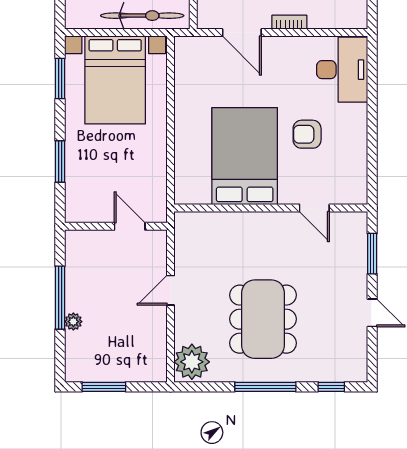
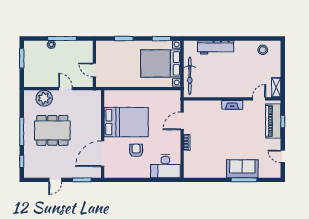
door: (314, 208) -> (103, 154), width x1.87
door: (130, 226) -> (94, 70), swing flipped
plant: (192, 362) -> (44, 98), moved

